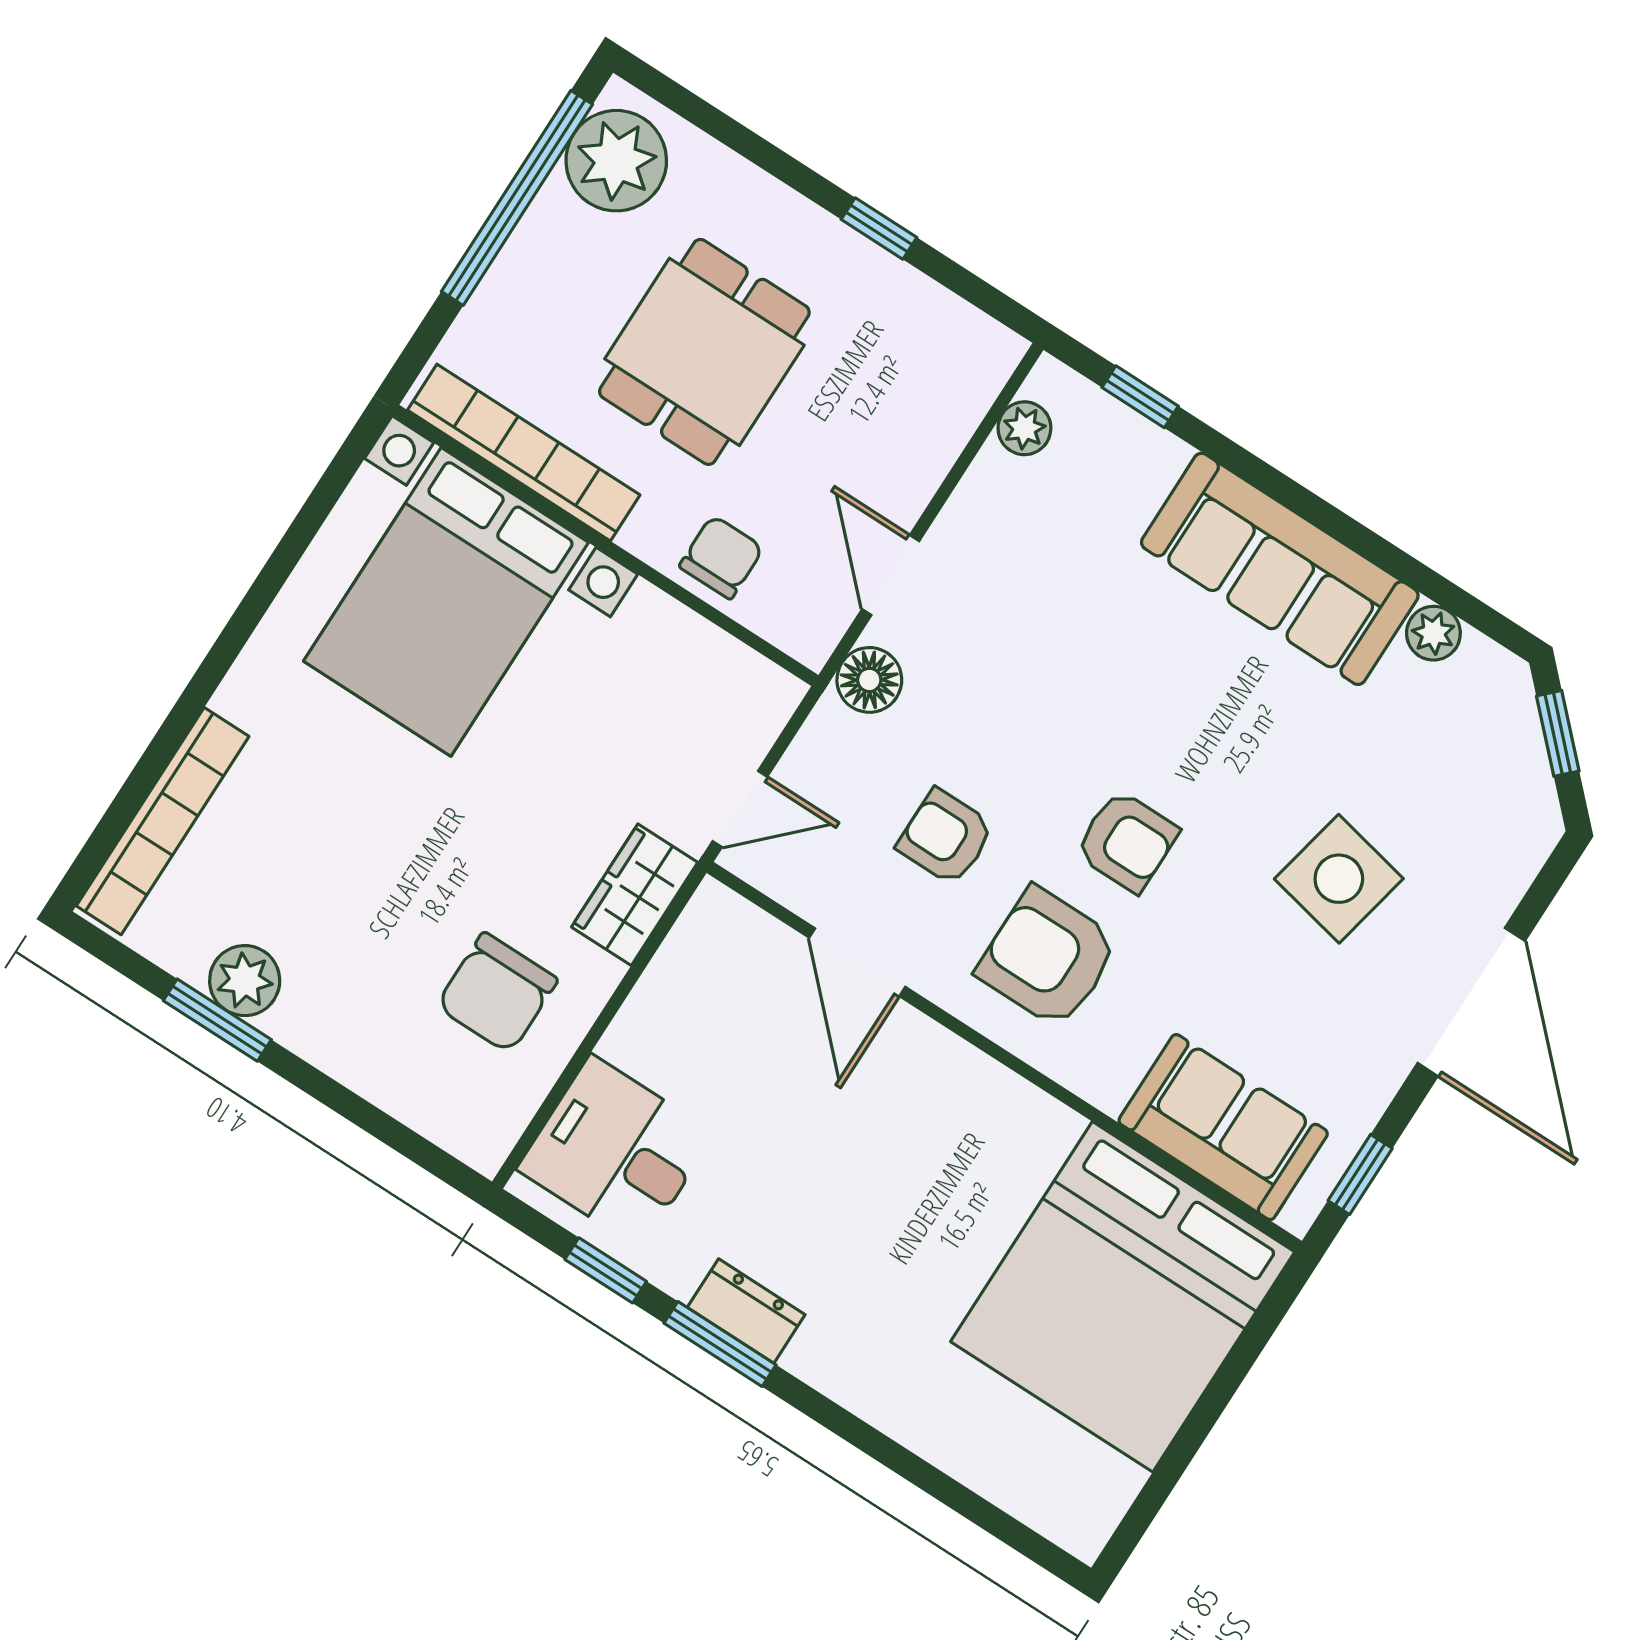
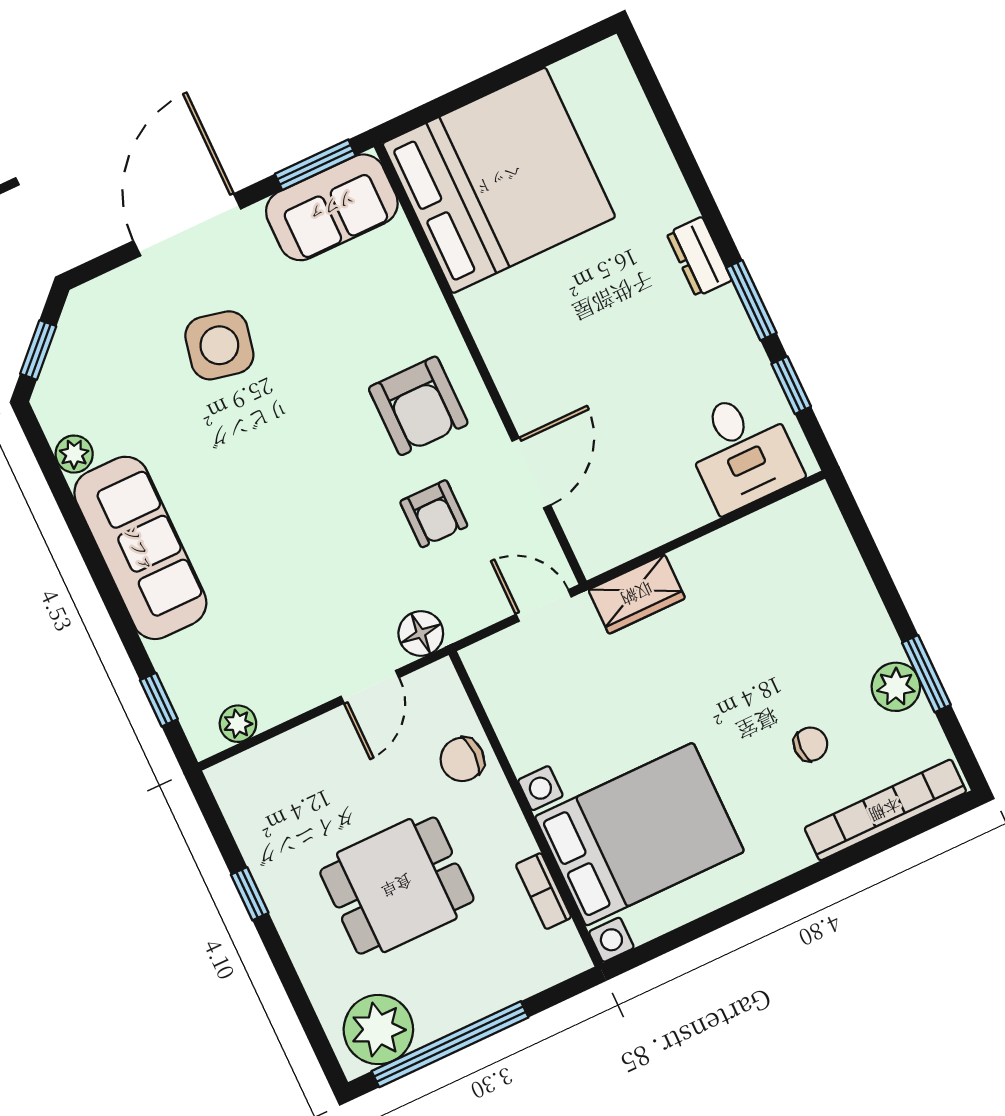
bookcase: (524, 453) -> (543, 891), width x0.43, depth x0.76
armchair: (1127, 841) -> (330, 445), removed
chair: (497, 993) -> (811, 744), moved, width x0.54, depth x0.54
sofa: (1223, 1127) -> (332, 207), moved, turned -90
window: (1360, 1174) -> (315, 165), width x1.50
dresser: (746, 1311) -> (699, 257), moved

